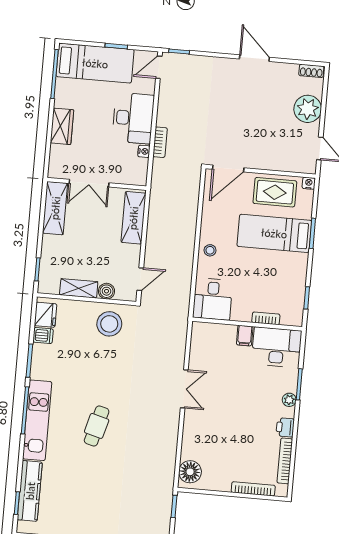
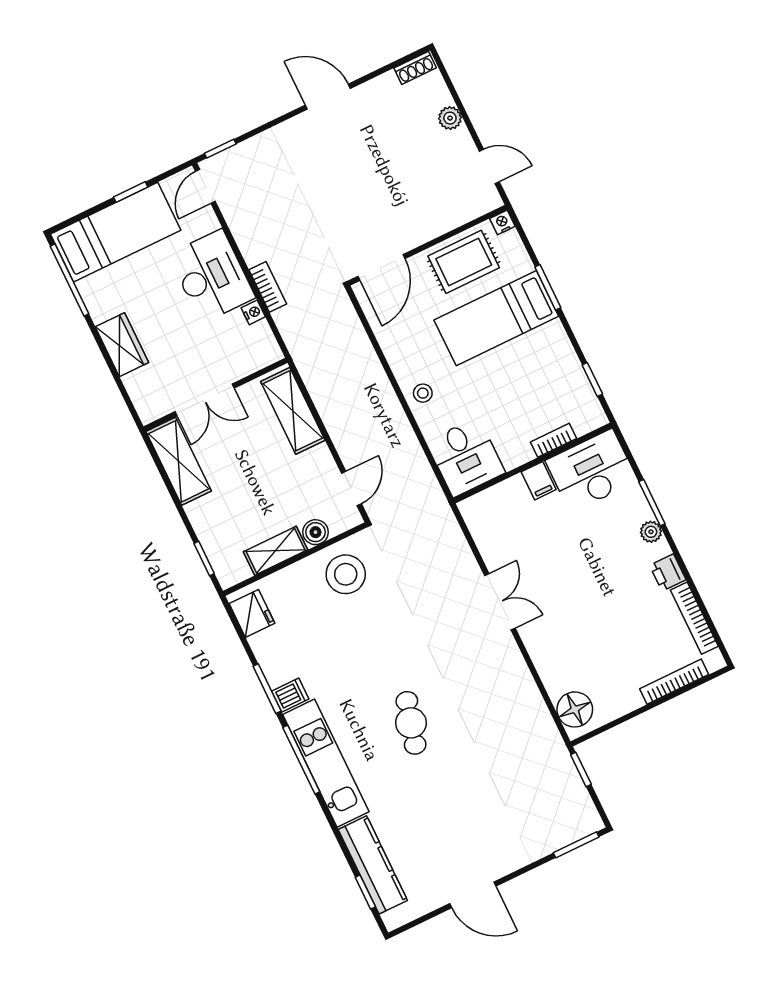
plant: (308, 109) -> (450, 118), width x0.53, depth x0.53
dishwasher: (43, 336) -> (290, 695), moved

